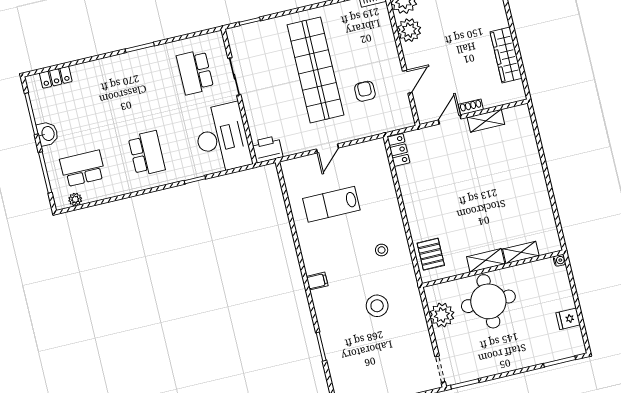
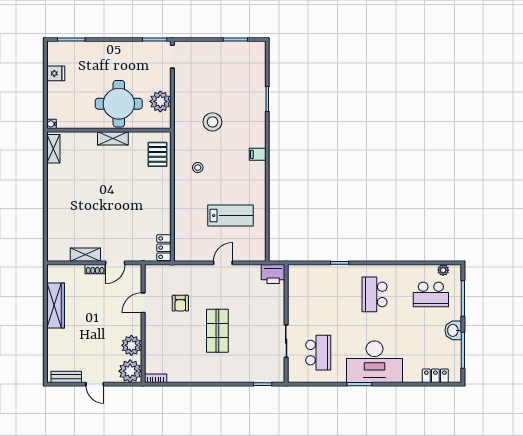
shop shelf: (315, 70) -> (217, 331), width x0.50, depth x0.74
desk: (222, 138) -> (374, 362), moved, turned -90
shelving: (521, 252) -> (53, 149), moved, turned 90

